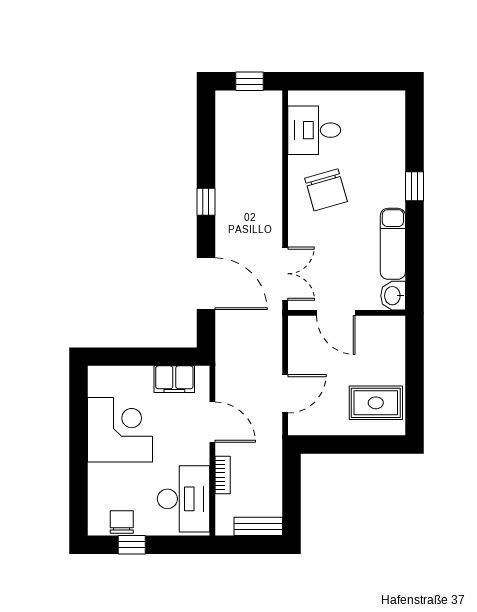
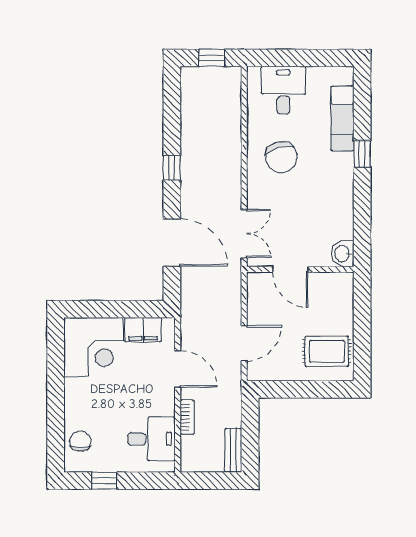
desk: (314, 130) -> (283, 90), moved, turned 90
exam couch: (393, 244) -> (342, 119), moved
corner desk: (120, 430) -> (93, 347), moved, turned 90
desk: (184, 499) -> (151, 439), width x0.73
chair: (122, 522) -> (80, 441), moved
bench: (258, 526) -> (233, 450), moved, turned 90

